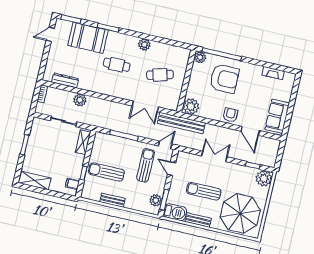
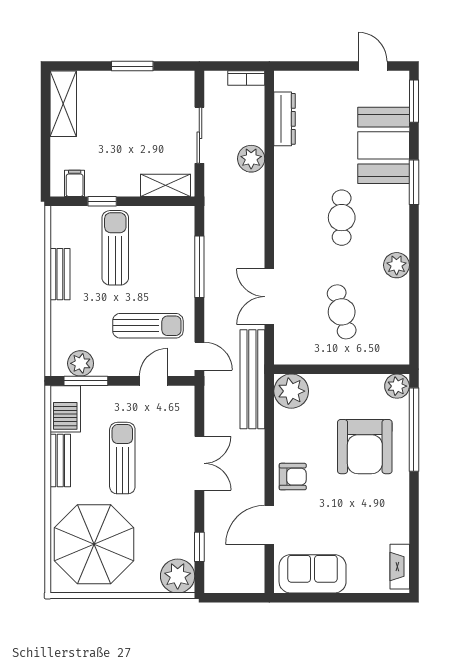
fireplace: (273, 73) -> (400, 567), moved

